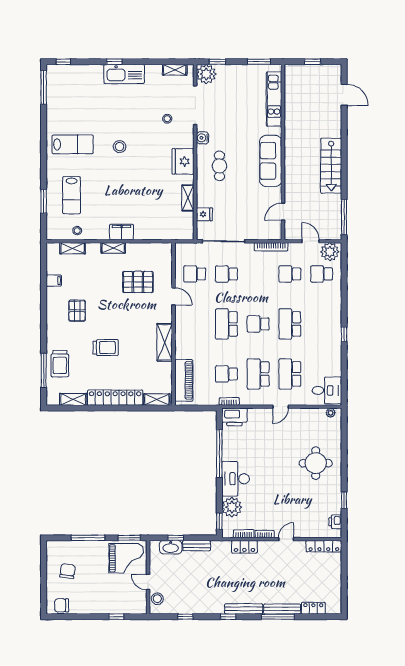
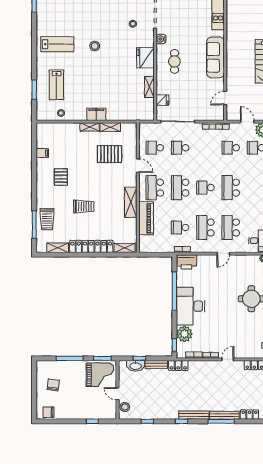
shelving: (73, 248) -> (110, 127), moved
school desk: (195, 324) -> (155, 188), added
piano: (184, 380) -> (146, 218), moved
desk: (236, 479) -> (191, 306), width x1.36, depth x1.30
locker: (244, 547) -> (178, 366), moved

